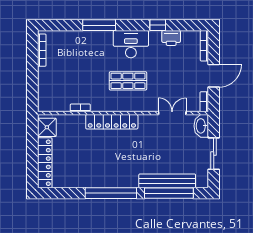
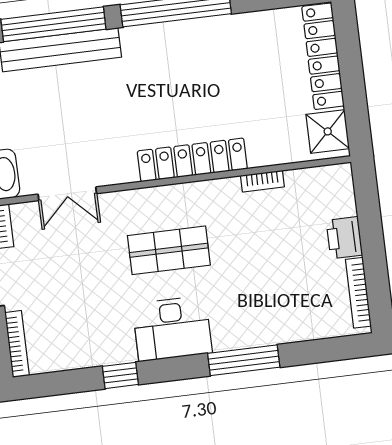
printer: (171, 38) -> (344, 238), moved, turned -90

